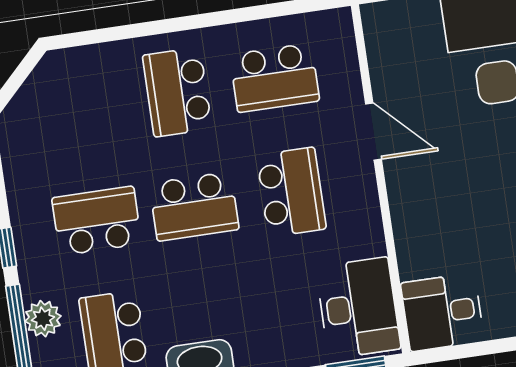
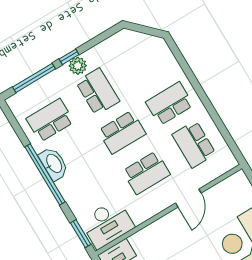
school desk: (194, 206) -> (122, 132), turned -90
plant: (43, 319) -> (78, 66), moved

